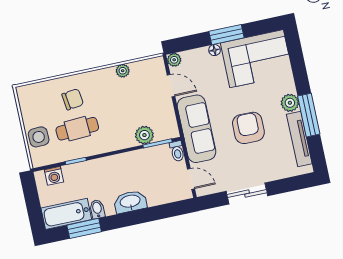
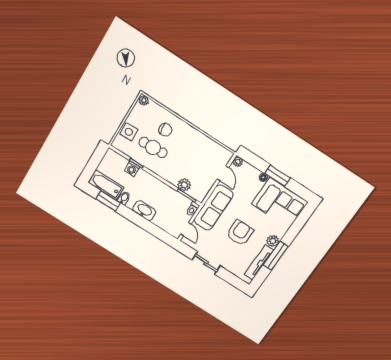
plant: (123, 71) -> (144, 100), moved
washing machine: (54, 176) -> (132, 169), moved

